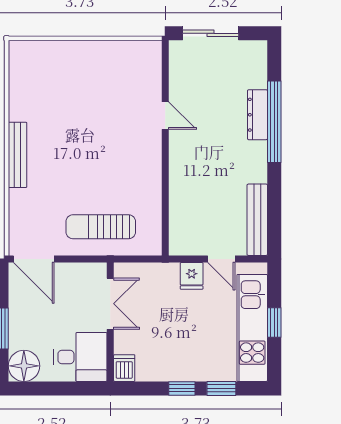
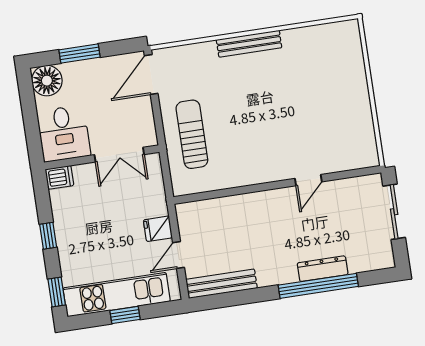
window: (221, 388) -> (57, 292), moved

